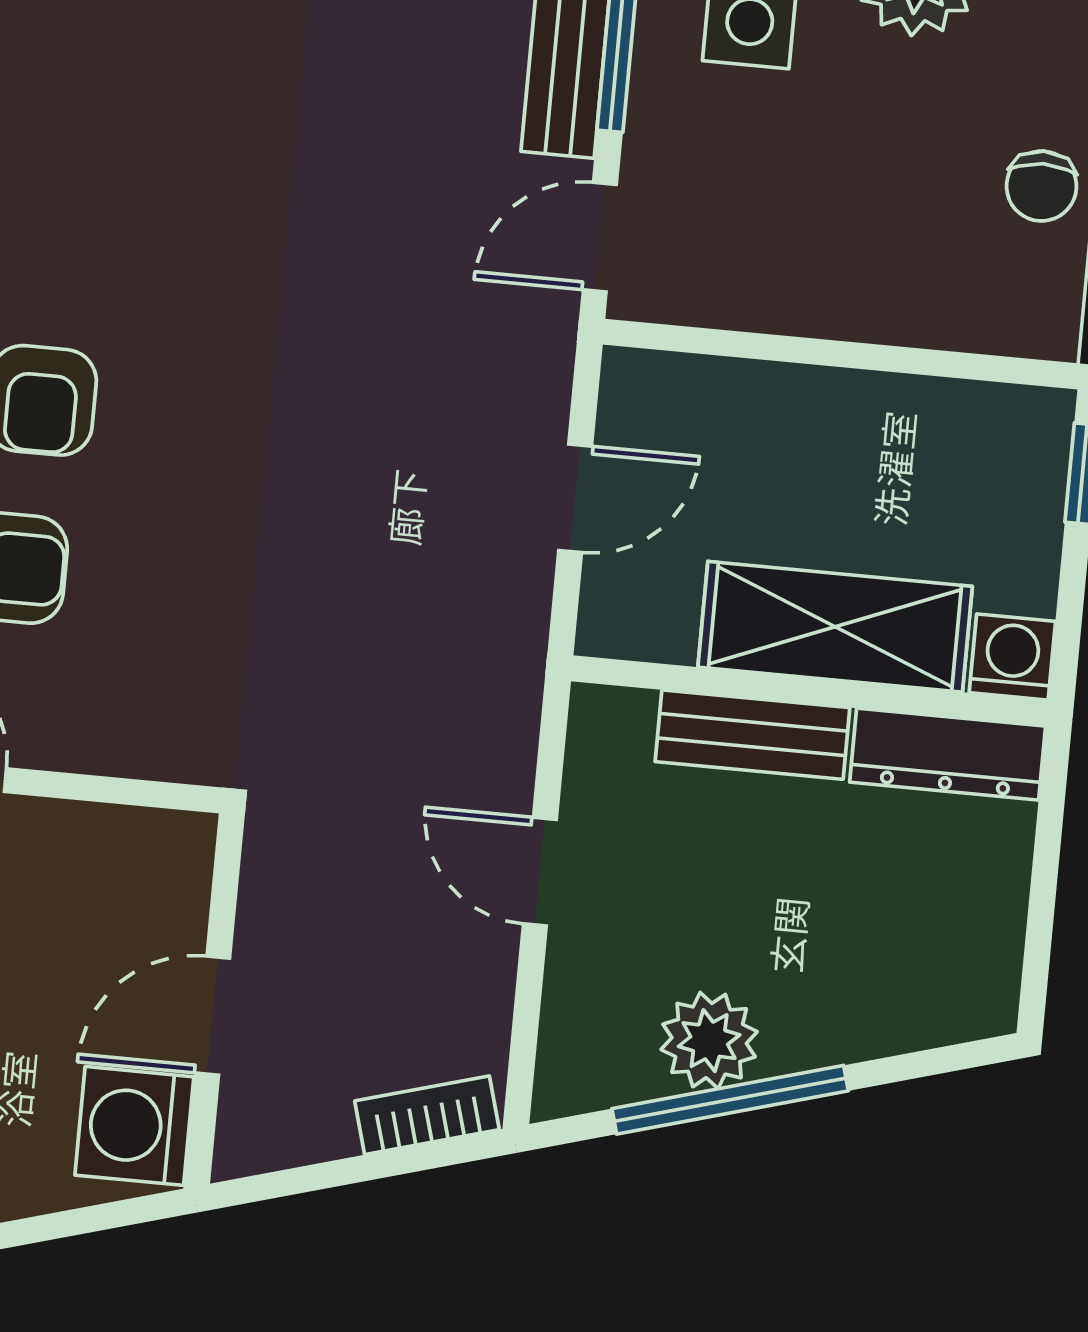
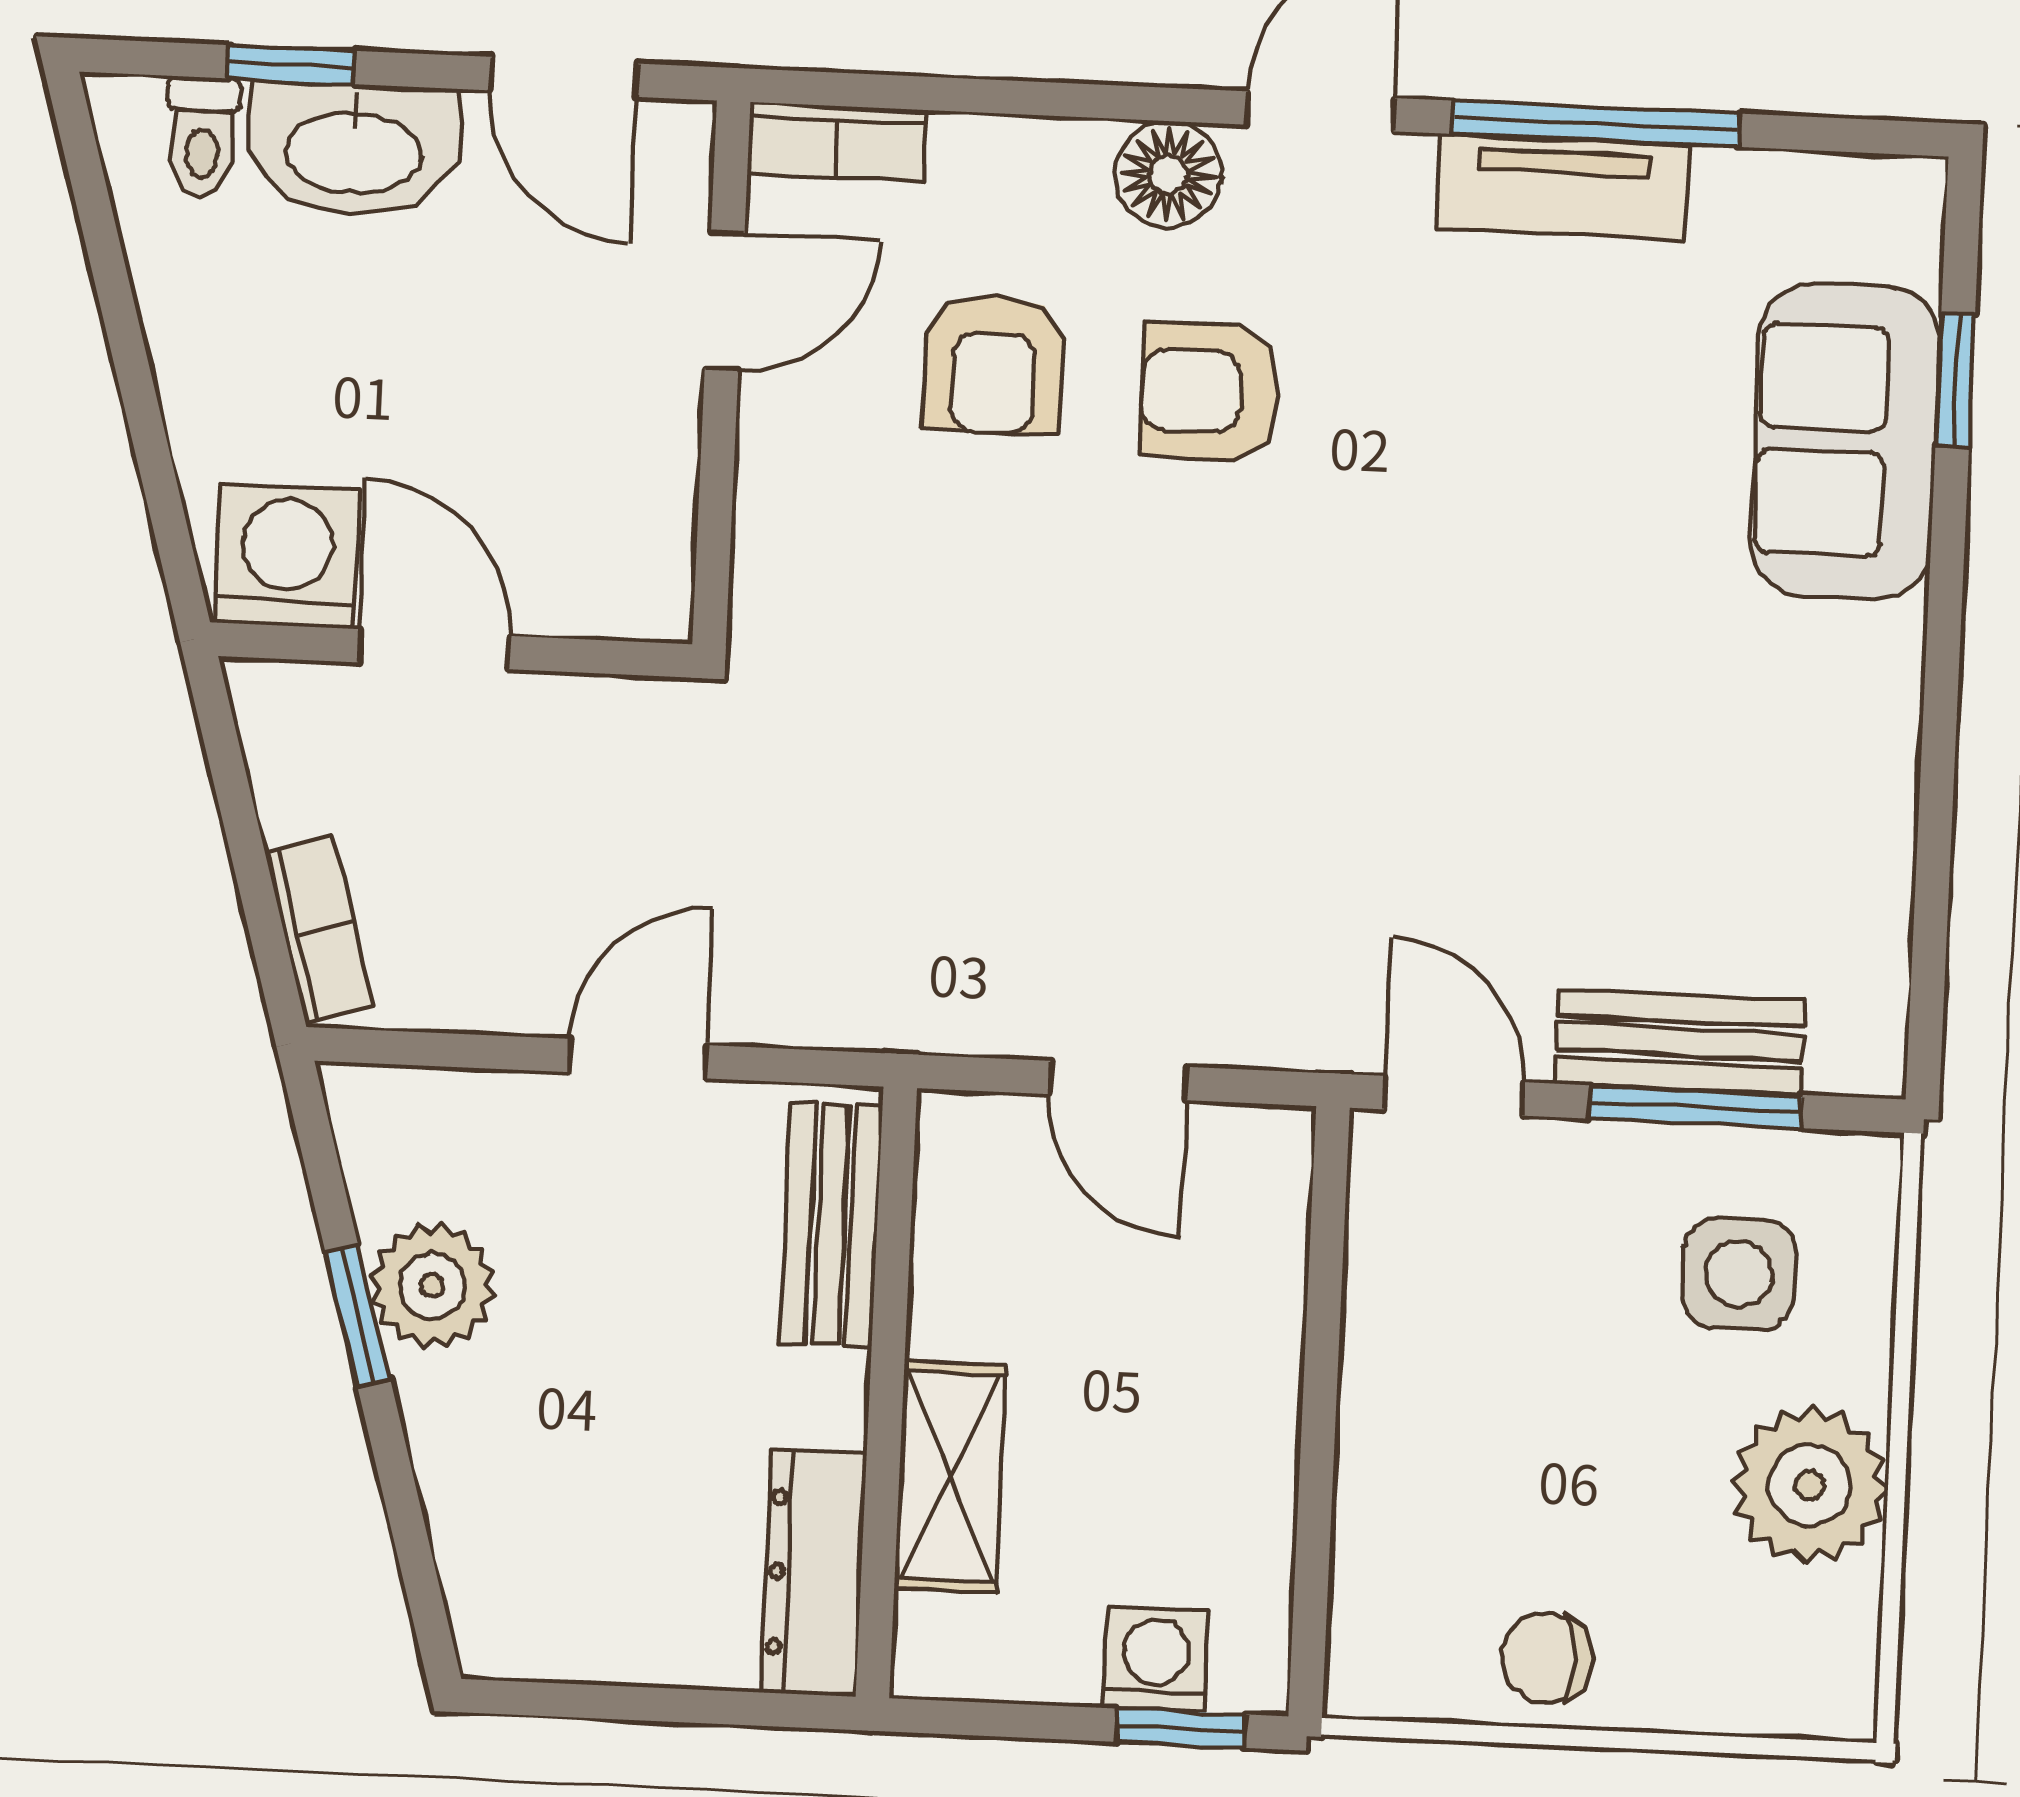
shelving: (835, 627) -> (950, 1477), width x0.67, depth x0.75
washing machine: (1012, 657) -> (1156, 1660), moved, turned -90
bench: (752, 735) -> (831, 1224), moved
window: (730, 1100) -> (358, 1316), width x0.46

